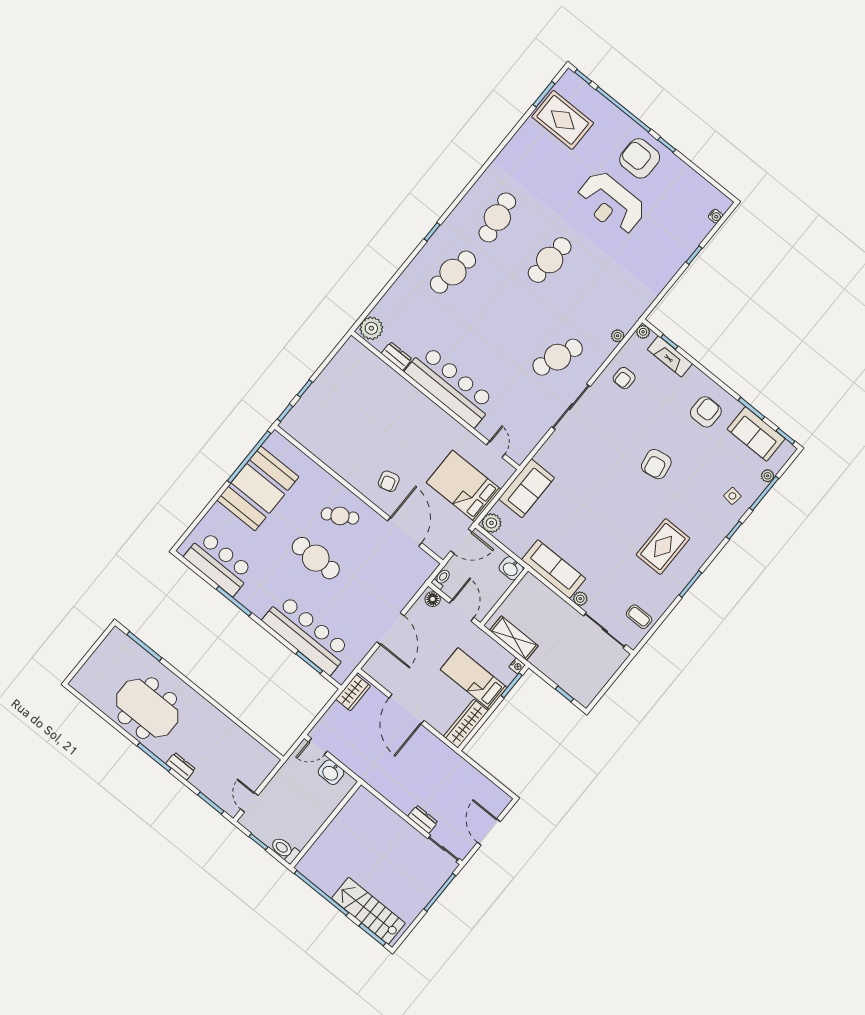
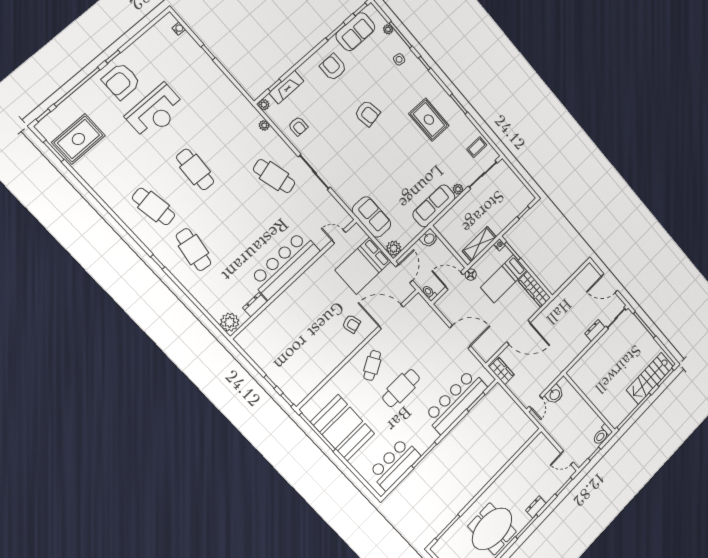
cafe table: (558, 357) -> (274, 176), turned -36
floor lamp: (433, 599) -> (471, 275), moved

